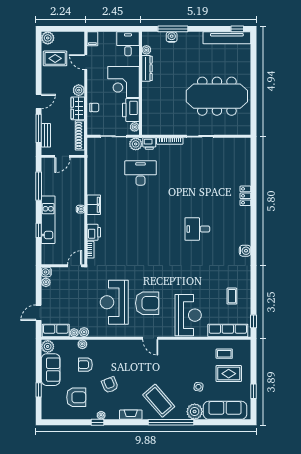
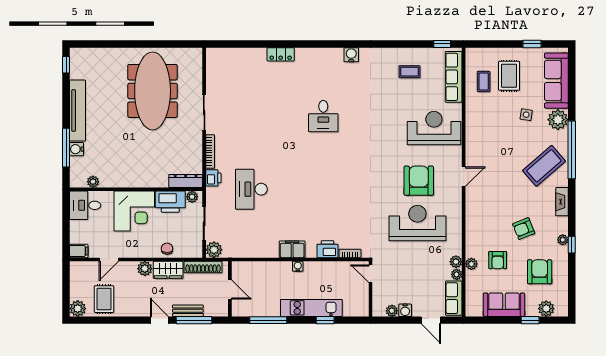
tv unit: (227, 38) -> (77, 110), moved
dresser: (147, 68) -> (186, 181), moved
bench: (46, 135) -> (188, 311), moved
plant: (136, 144) -> (214, 250), moved
water cooler: (46, 272) -> (405, 310), moved
reception desk: (114, 302) -> (417, 223), turned 180
plant: (48, 346) -> (546, 309), moved

